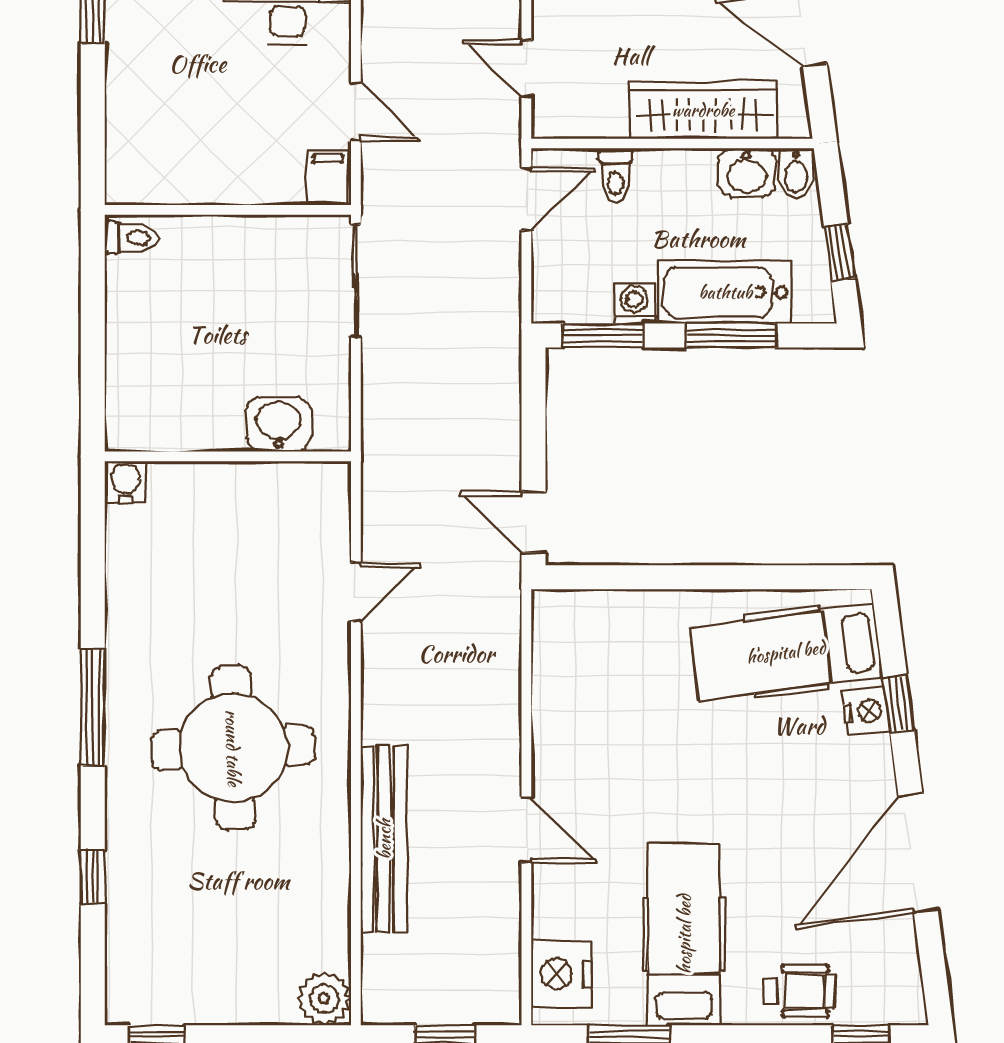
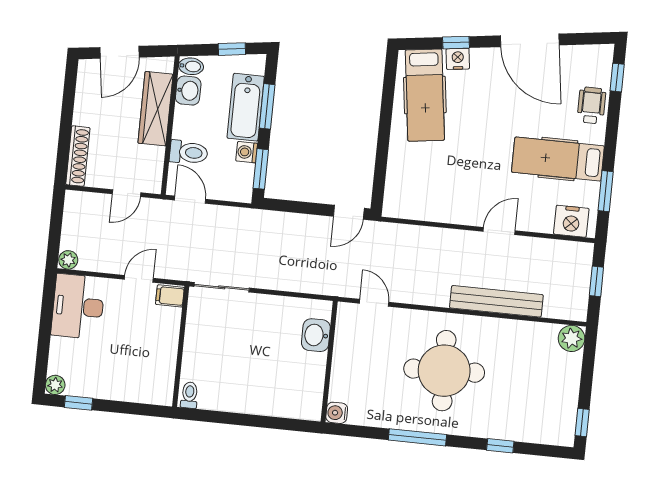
toilet: (615, 176) -> (189, 152), width x1.37, depth x1.39
washbasin: (278, 424) -> (316, 335), moved
wall: (228, 456) -> (329, 362), moved
water cooler: (126, 482) -> (337, 413), moved

